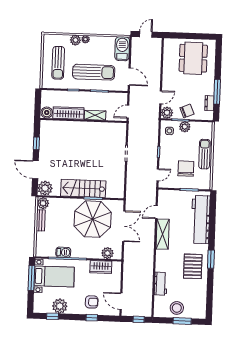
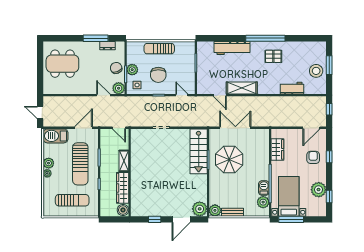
plant: (75, 40) -> (49, 163), moved
sun lounger: (94, 72) -> (80, 164), turned 180
chair: (186, 169) -> (158, 75), moved, turned -90
stairs: (83, 188) -> (199, 151), moved
parasol: (93, 219) -> (229, 160), width x0.73, depth x0.73
workbench: (201, 219) -> (232, 48), width x0.73, depth x0.76
plant: (107, 253) -> (263, 202), moved
window: (211, 259) -> (265, 38), width x2.11
pallet: (193, 266) -> (273, 56), width x0.67, depth x0.71

